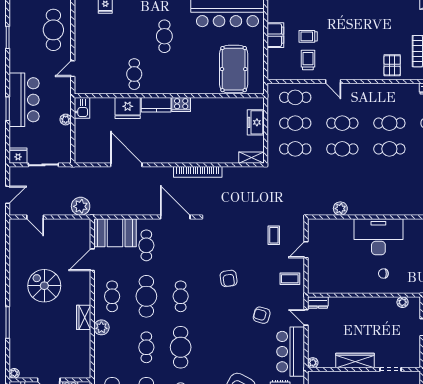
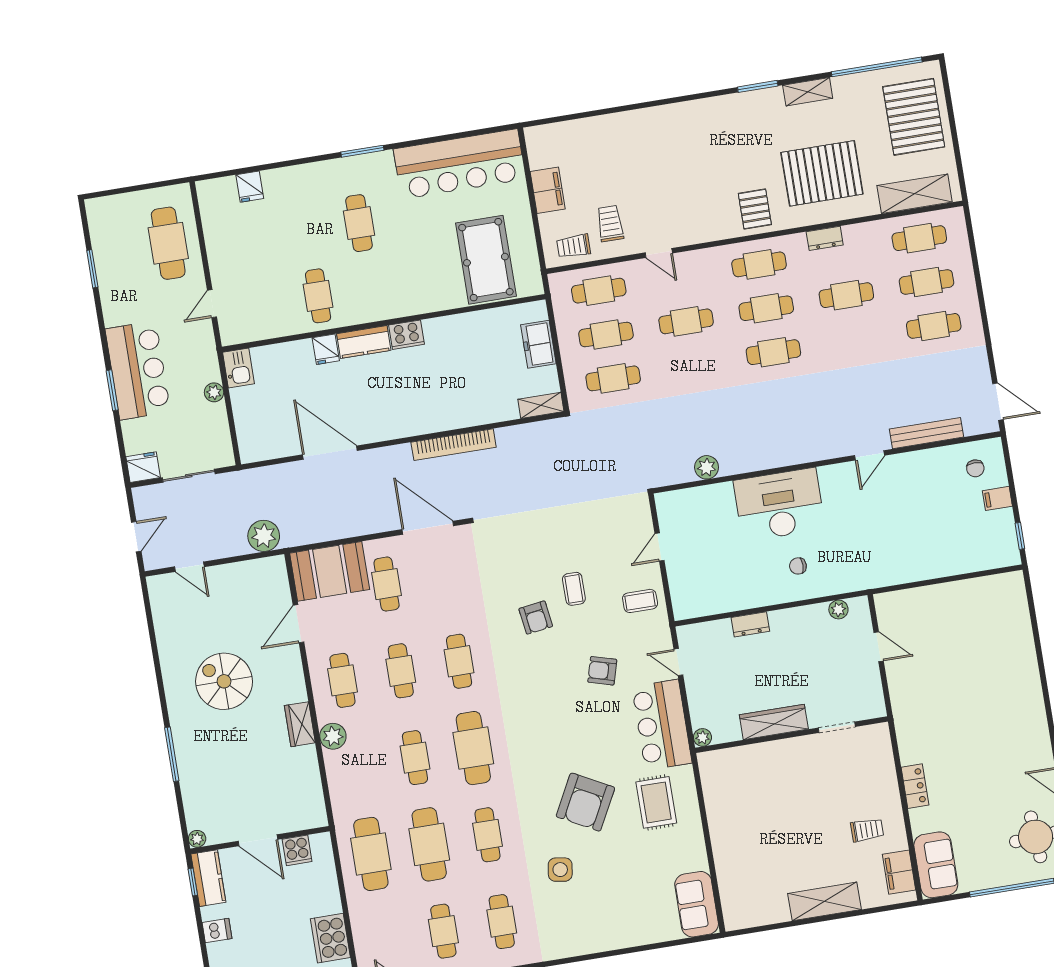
trolley: (308, 36) -> (574, 246), moved
fridge: (128, 108) -> (326, 349), width x0.53, depth x0.75
cafe table: (342, 149) -> (759, 264), moved
coffee table: (274, 235) -> (574, 589), moved
cafe table: (146, 296) -> (401, 671), width x0.73, depth x0.74
dresser: (318, 303) -> (750, 624), moved

